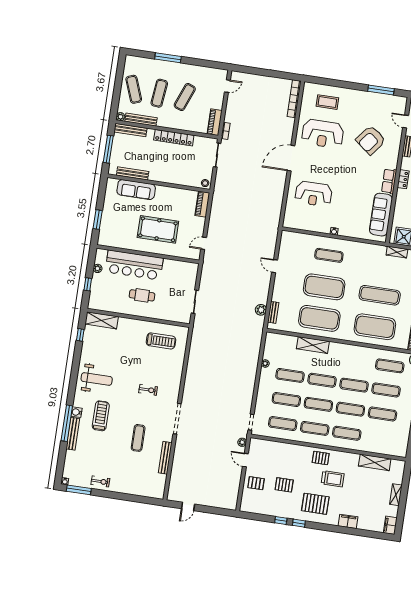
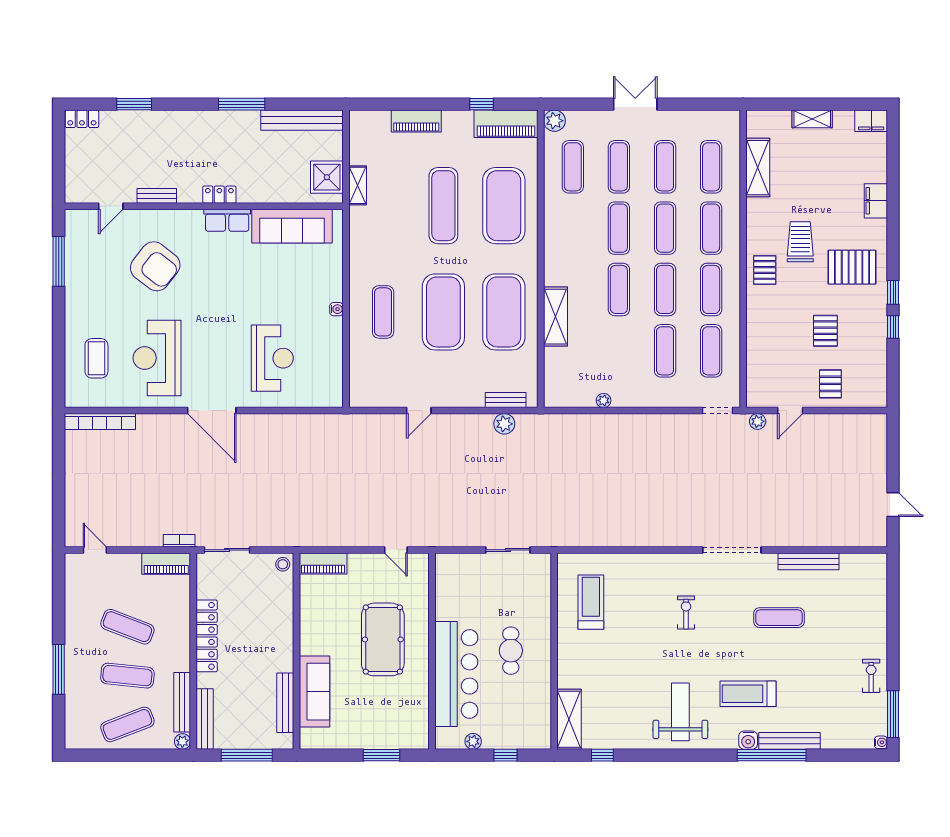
reception desk: (323, 134) -> (157, 358), turned 180
exercise mat: (290, 375) -> (711, 167), moved
pallet: (315, 504) -> (852, 267), turned 90

